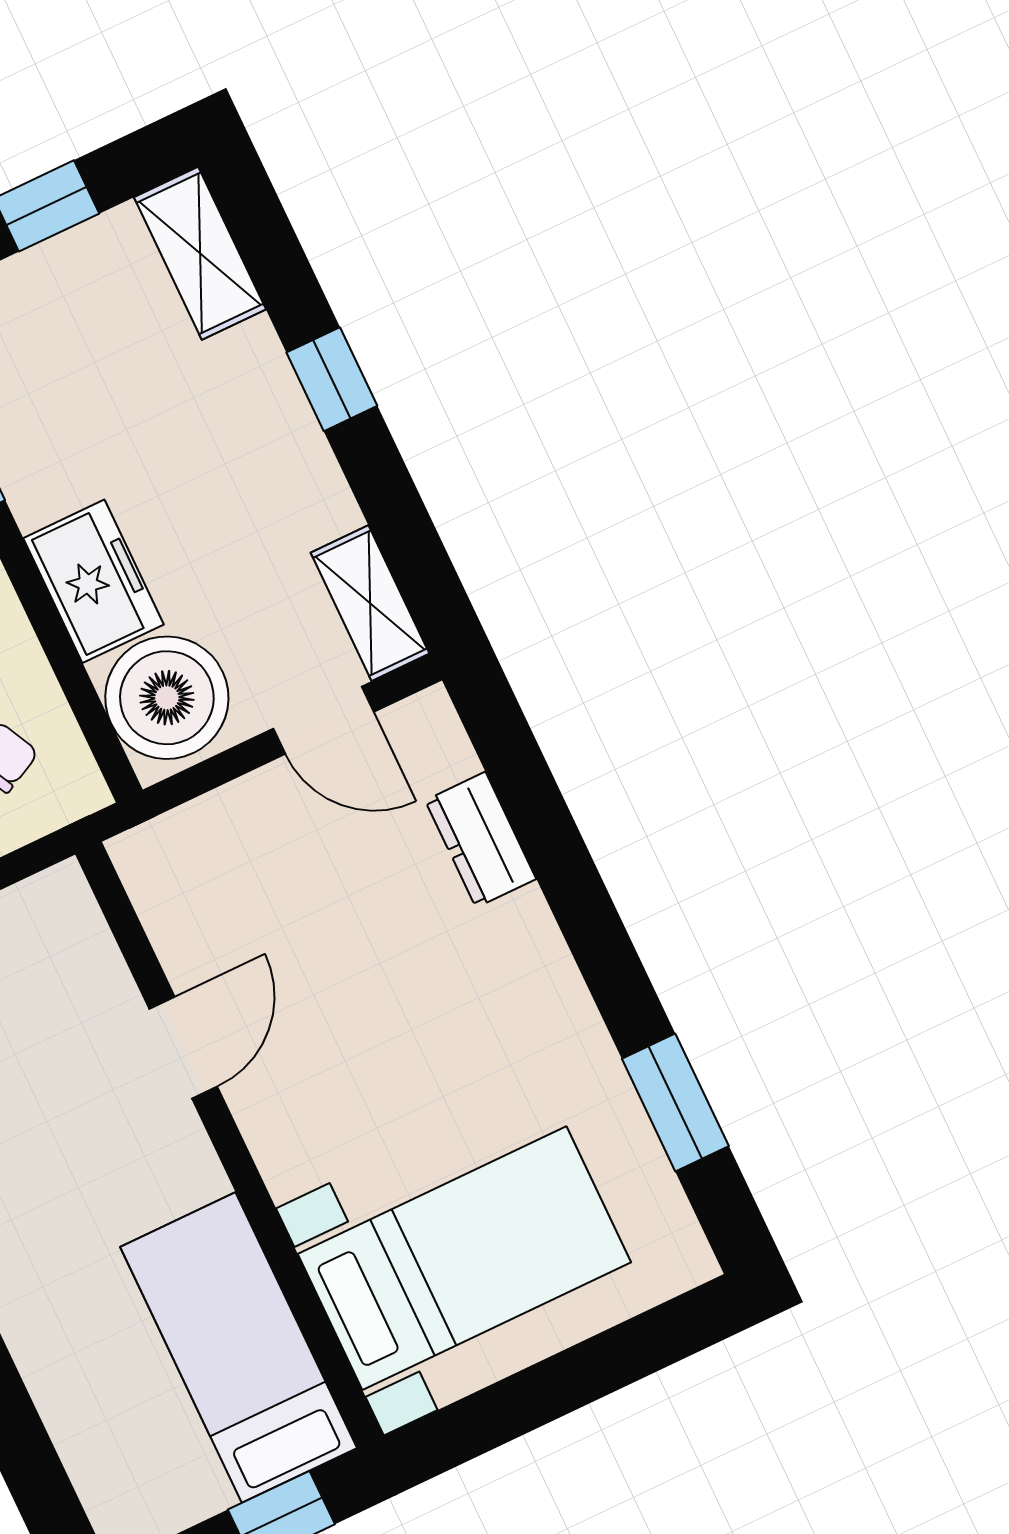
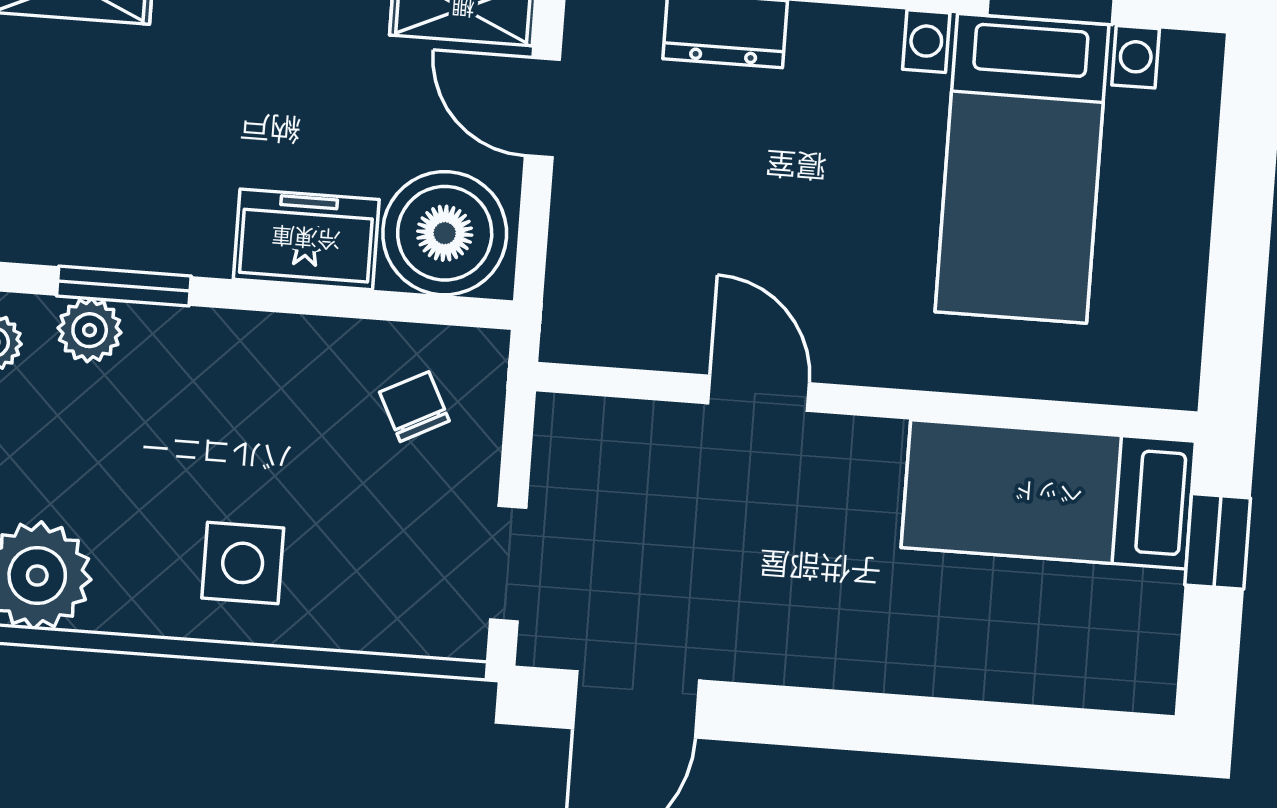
door: (323, 720) -> (542, 108), swing flipped
bed with nightstands: (464, 1258) -> (1022, 168), moved, turned 180

